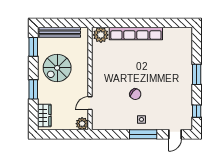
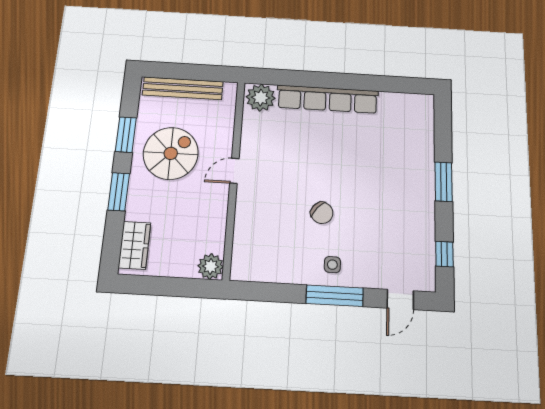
window: (33, 47) -> (126, 135), moved
spiral stairs: (57, 68) -> (171, 153), turned 180
door: (90, 103) -> (234, 171), moved

